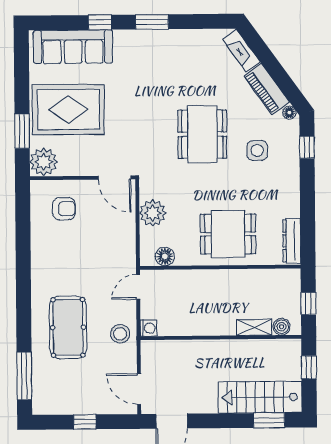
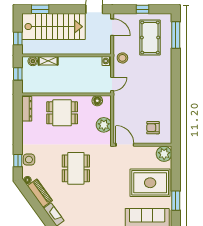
window: (22, 131) -> (176, 201), moved
side table: (257, 150) -> (29, 160), moved
pool table: (68, 327) -> (150, 37), moved
stairs: (260, 397) -> (53, 27), width x1.36, depth x1.51

